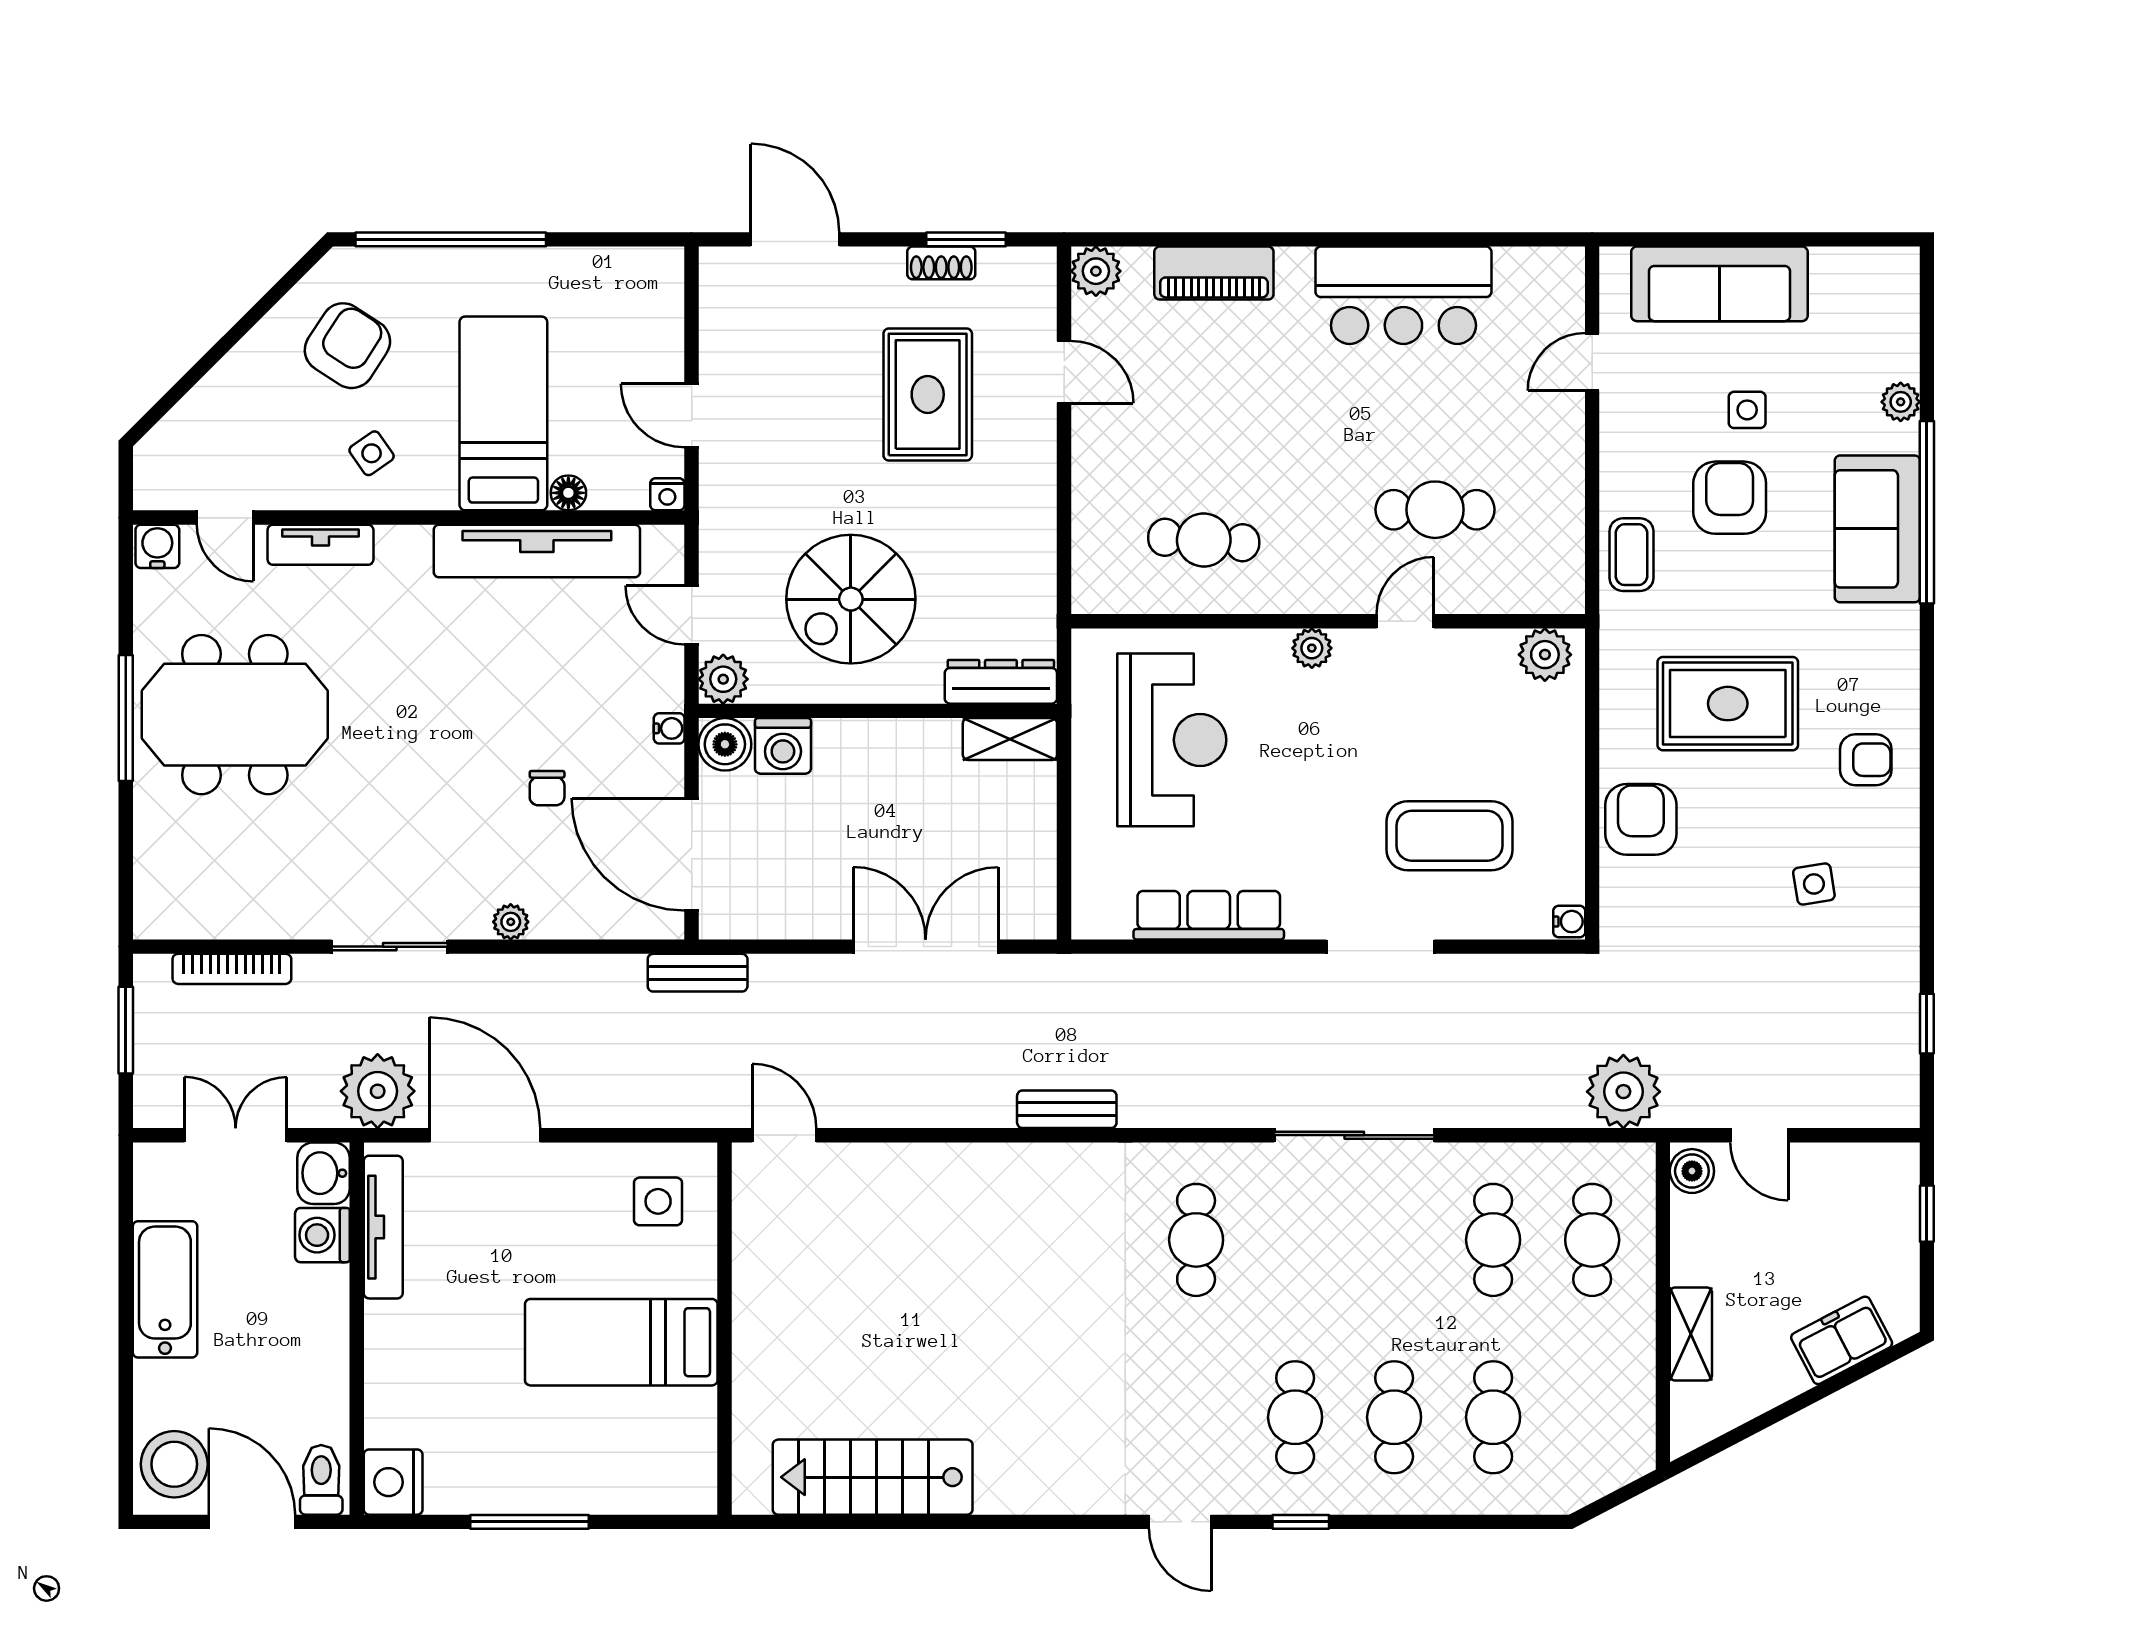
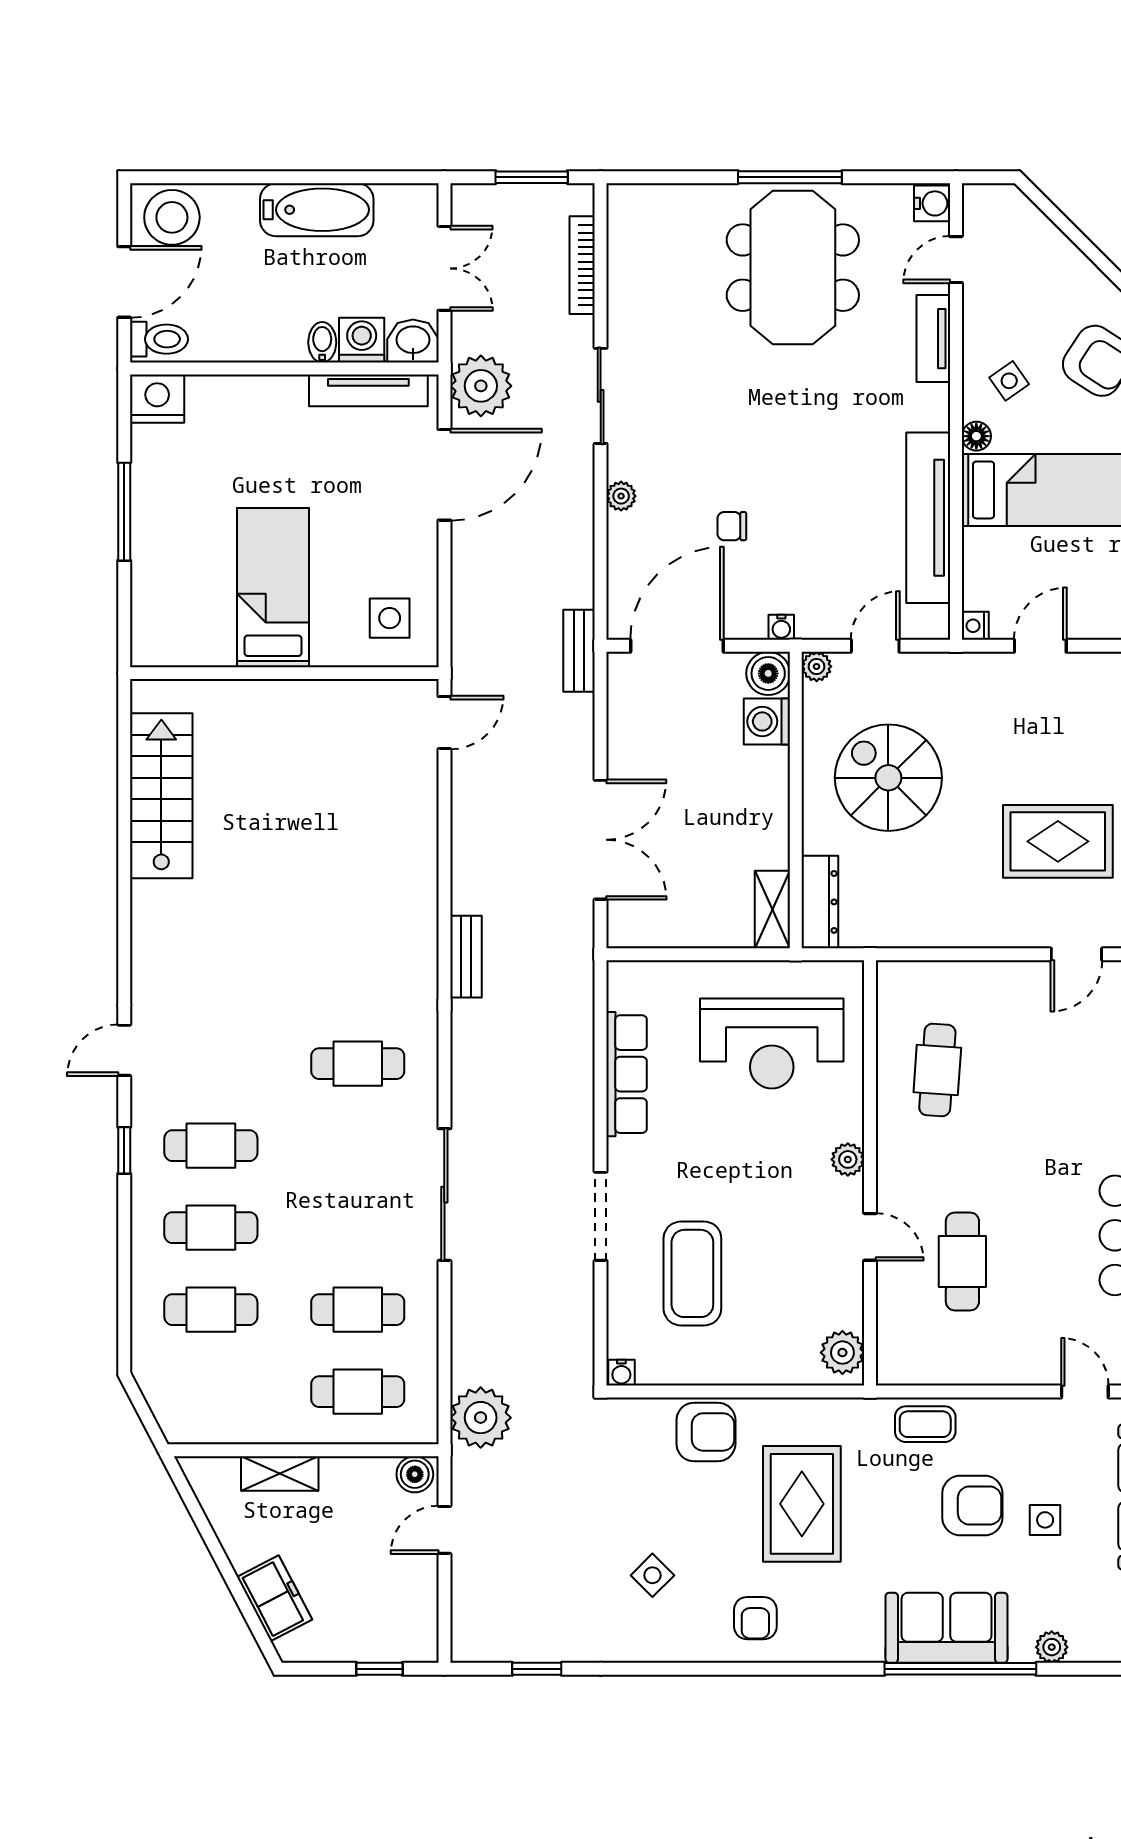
floor lamp: (568, 493) -> (976, 436), moved
plant: (723, 679) -> (817, 666), width x0.73, depth x0.73
side table: (1814, 884) -> (652, 1575), turned -36
bidet: (325, 1283) -> (322, 342), added

